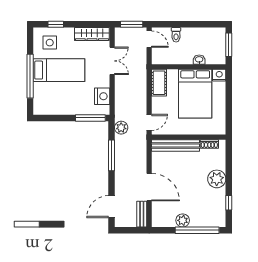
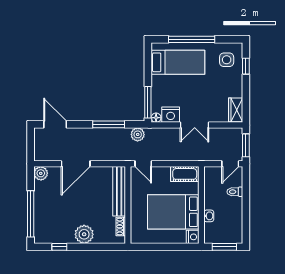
wardrobe: (92, 34) -> (236, 110), width x0.67
double door: (112, 61) -> (195, 125), moved
bed: (59, 70) -> (178, 62), moved, turned -90
floor lamp: (105, 110) -> (156, 118), added
bench: (142, 214) -> (47, 156), removed
plant: (183, 220) -> (41, 173), moved

